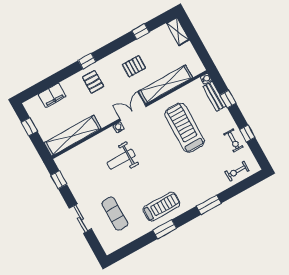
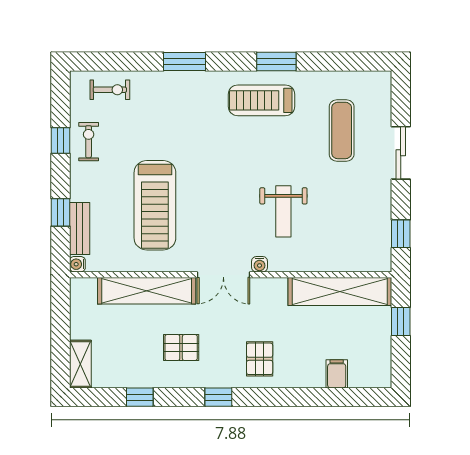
window: (87, 61) -> (218, 397), moved
filing cabinet: (52, 95) -> (337, 374), width x0.50
window: (29, 127) -> (401, 322), moved
weight bench: (121, 159) -> (283, 211), turned 90

